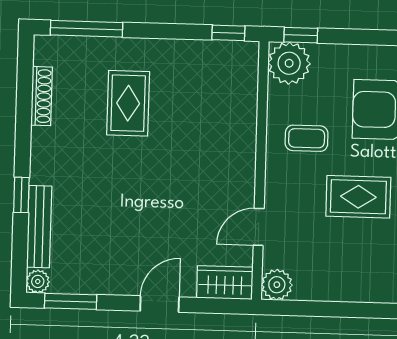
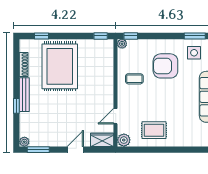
window: (87, 29) -> (41, 36), width x0.46
plant: (289, 63) -> (122, 44), width x0.53, depth x0.53
rug: (128, 103) -> (60, 66), width x1.86, depth x2.06
rug: (358, 197) -> (154, 130), moved
bench: (39, 227) -> (24, 95), moved

